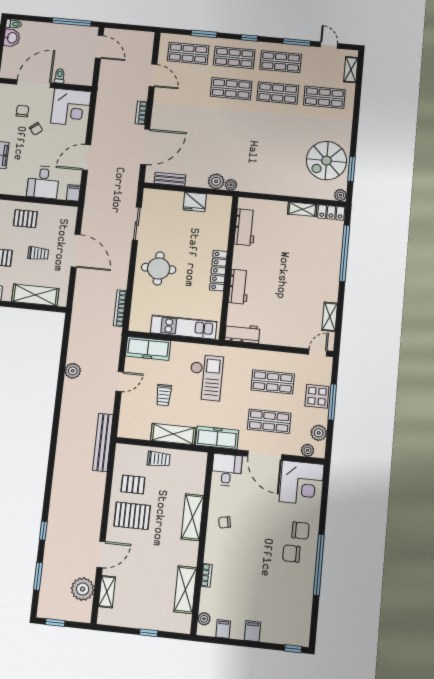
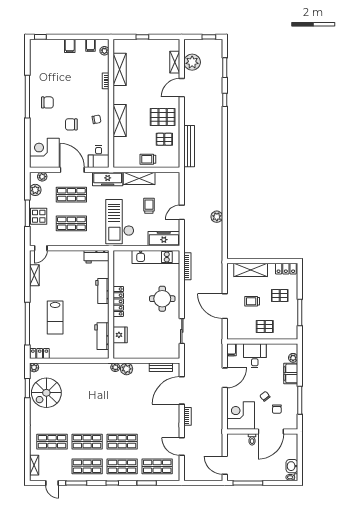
spiral stairs: (326, 161) -> (46, 393), turned 180
fridge: (195, 202) -> (120, 335), moved, turned 90
shelving: (302, 209) -> (61, 354), removed
lab bench: (306, 258) -> (55, 318), added
kitchen unit: (184, 327) -> (156, 257), moved
checkout: (206, 377) -> (120, 222), width x1.36, depth x1.21
bench: (103, 442) -> (189, 146), moved
chair: (301, 531) -> (71, 124), moved

